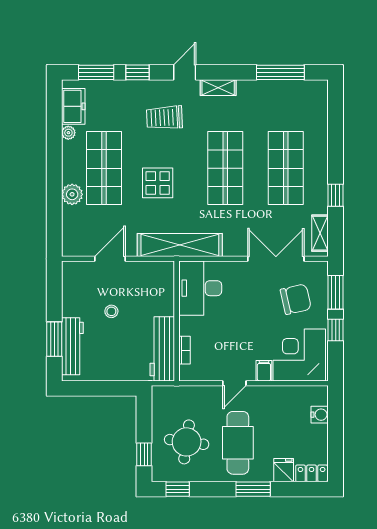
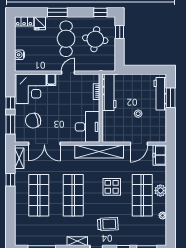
freezer: (73, 106) -> (160, 155), moved
plant: (72, 194) -> (160, 191), moved

